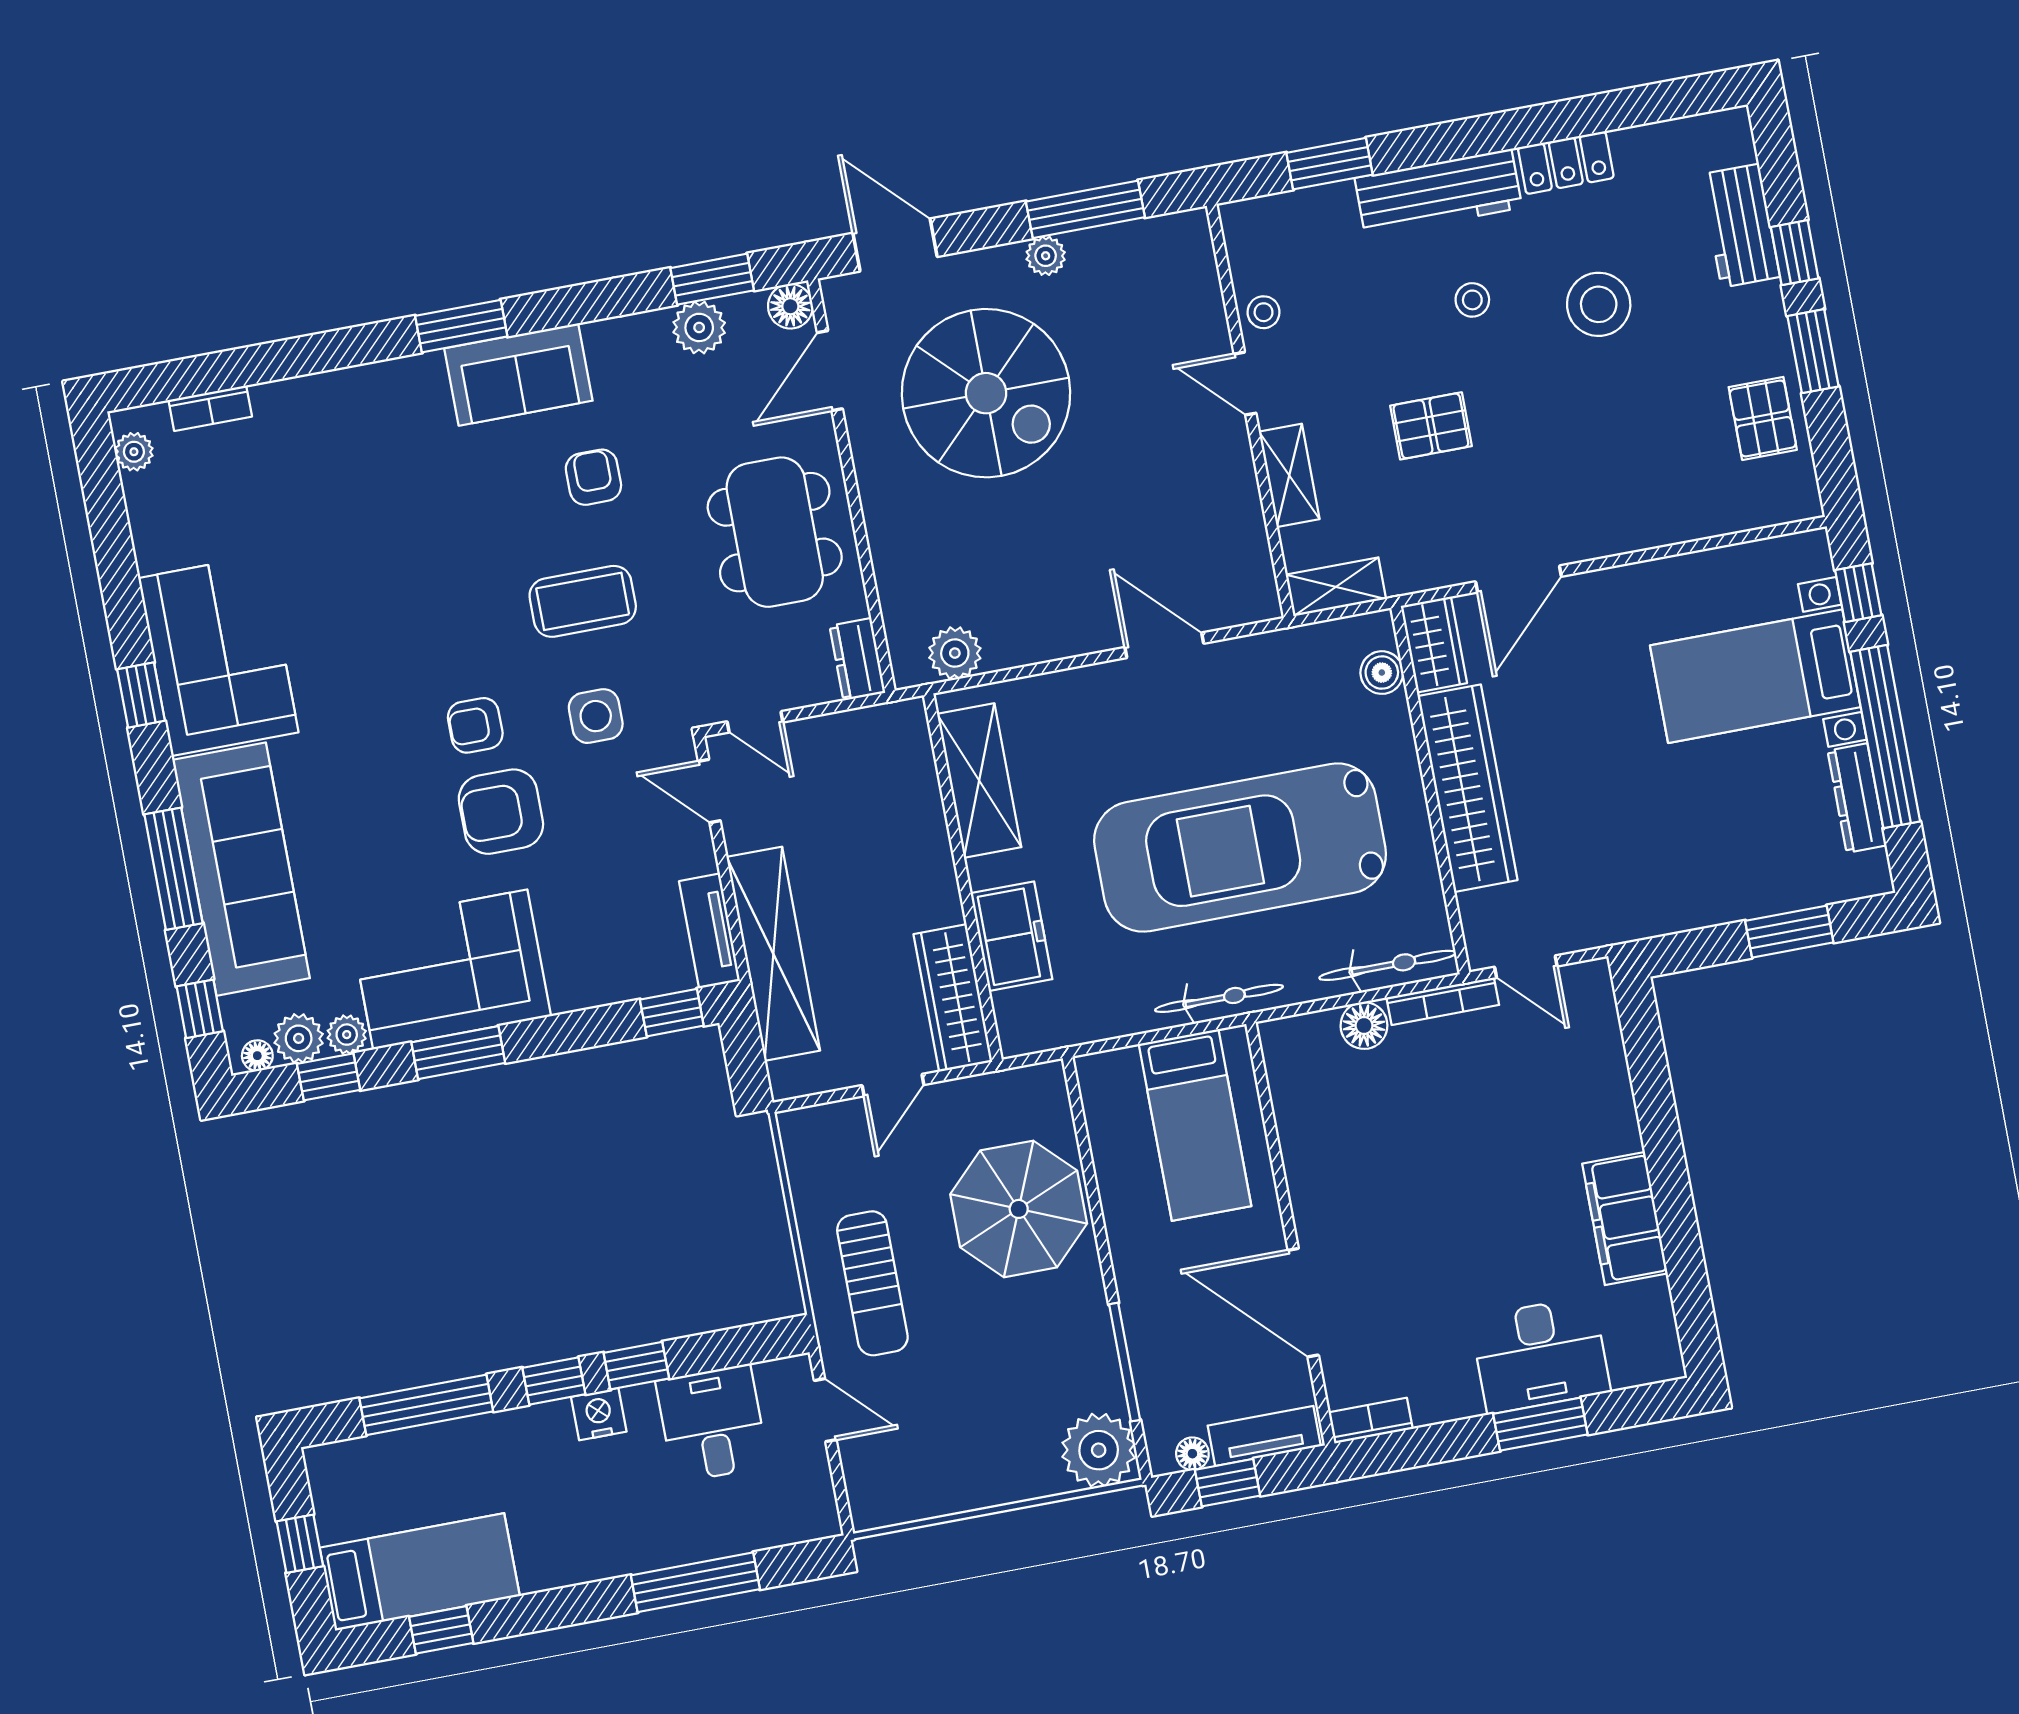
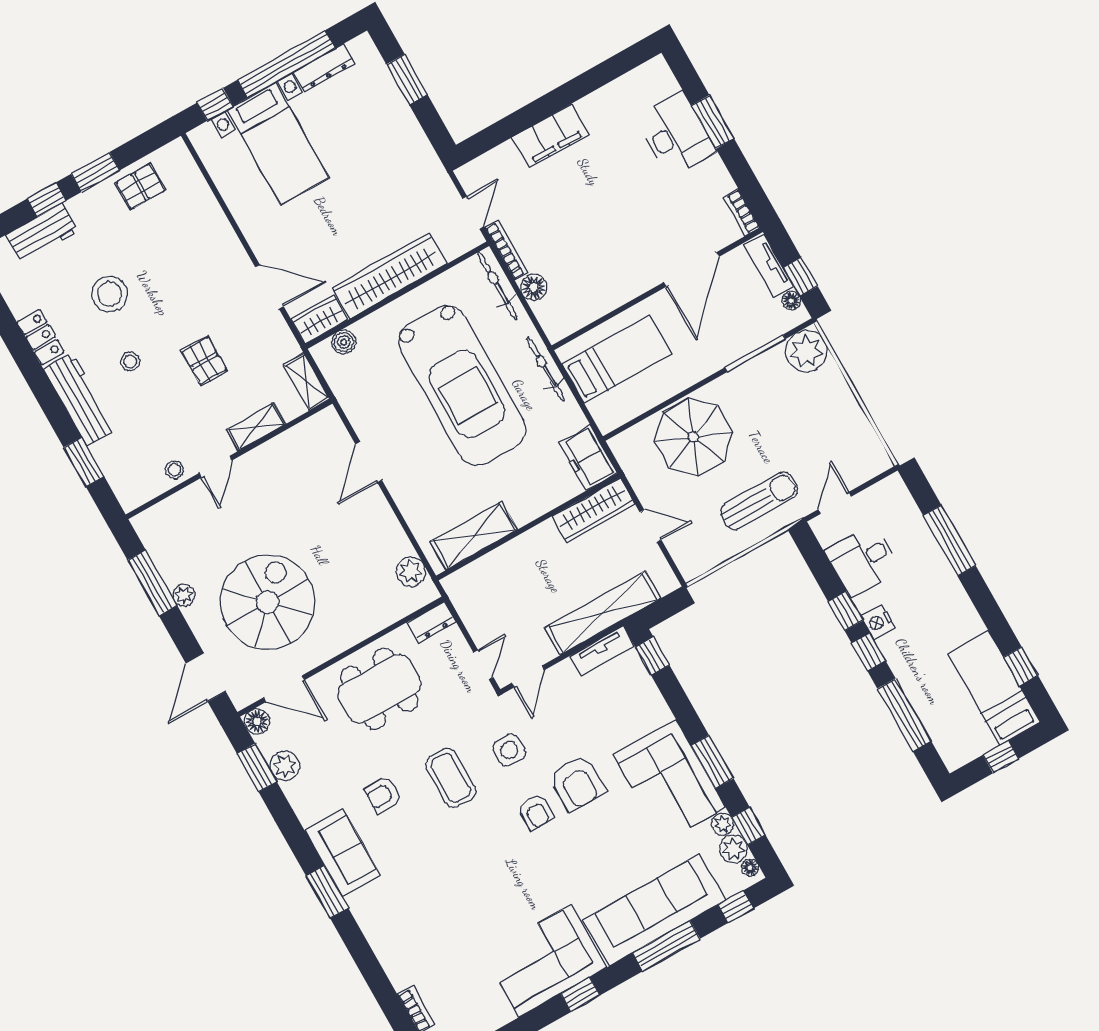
freezer: (1011, 936) -> (588, 458), moved, turned -90
filing cabinet: (1625, 1219) -> (550, 136), moved

